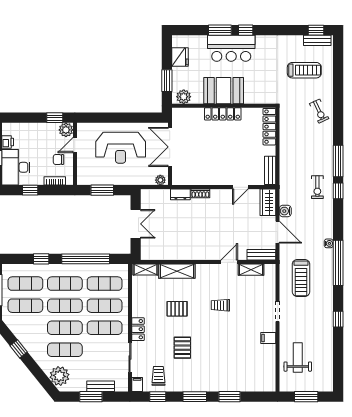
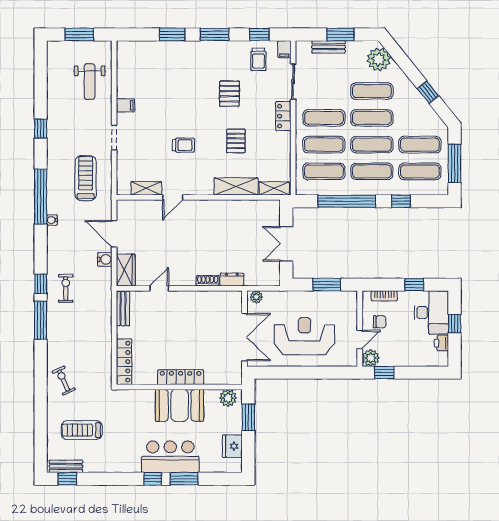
bench: (261, 255) -> (134, 206), removed
pallet: (177, 309) -> (236, 141), turned 90

